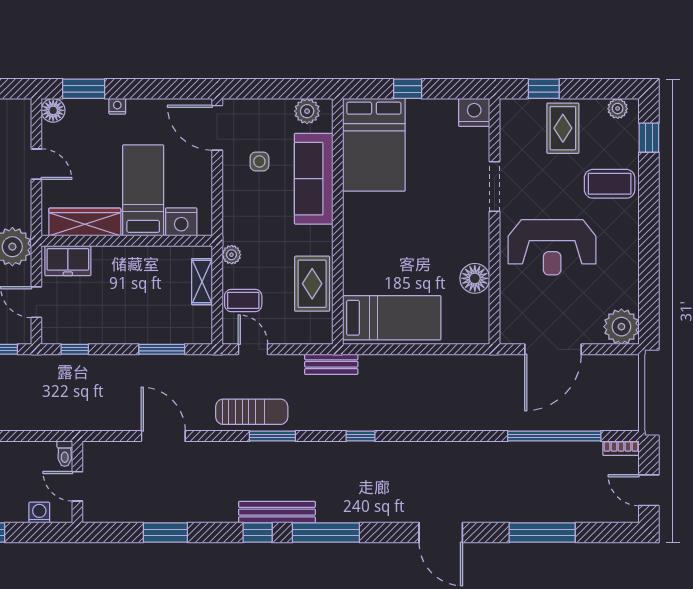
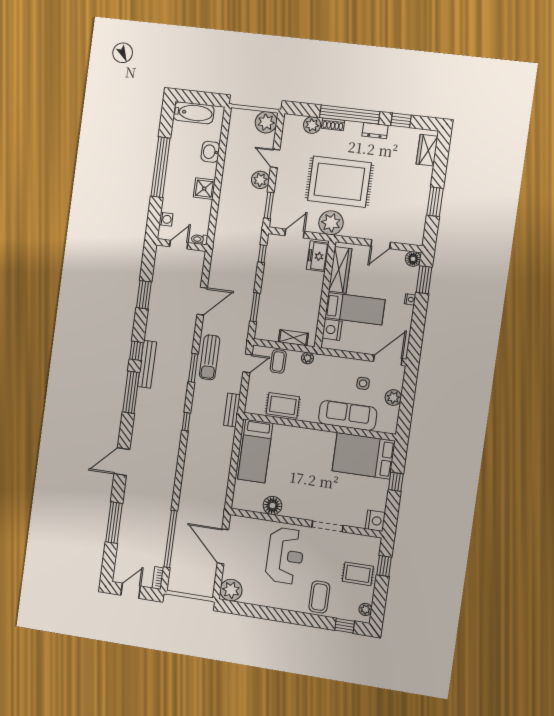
plant: (307, 111) -> (393, 398), moved
reception desk: (552, 247) -> (285, 556), turned 180

